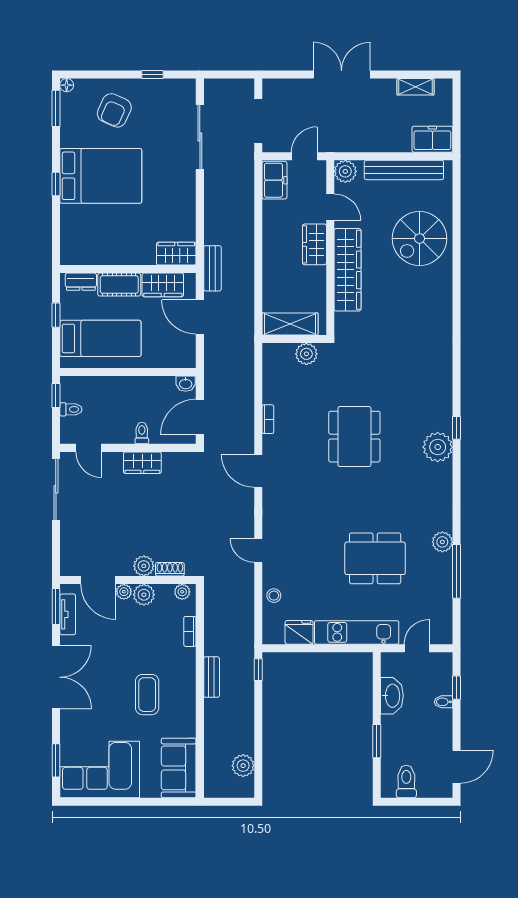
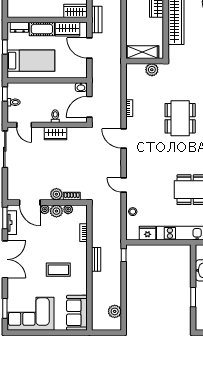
plant: (182, 592) -> (68, 209), moved
coffee table: (147, 695) -> (58, 270), turned 90

